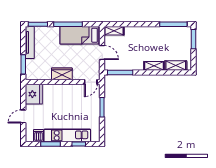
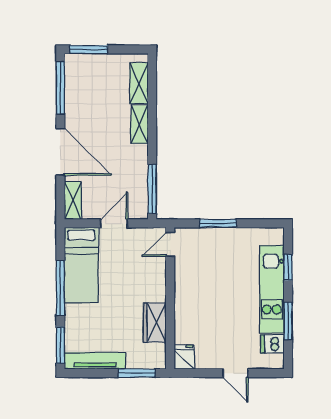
door: (140, 24) -> (60, 152), added
wardrobe: (62, 74) -> (155, 323), moved
door: (91, 82) -> (170, 245), swing flipped
fridge: (34, 94) -> (184, 357), width x0.53, depth x0.75

